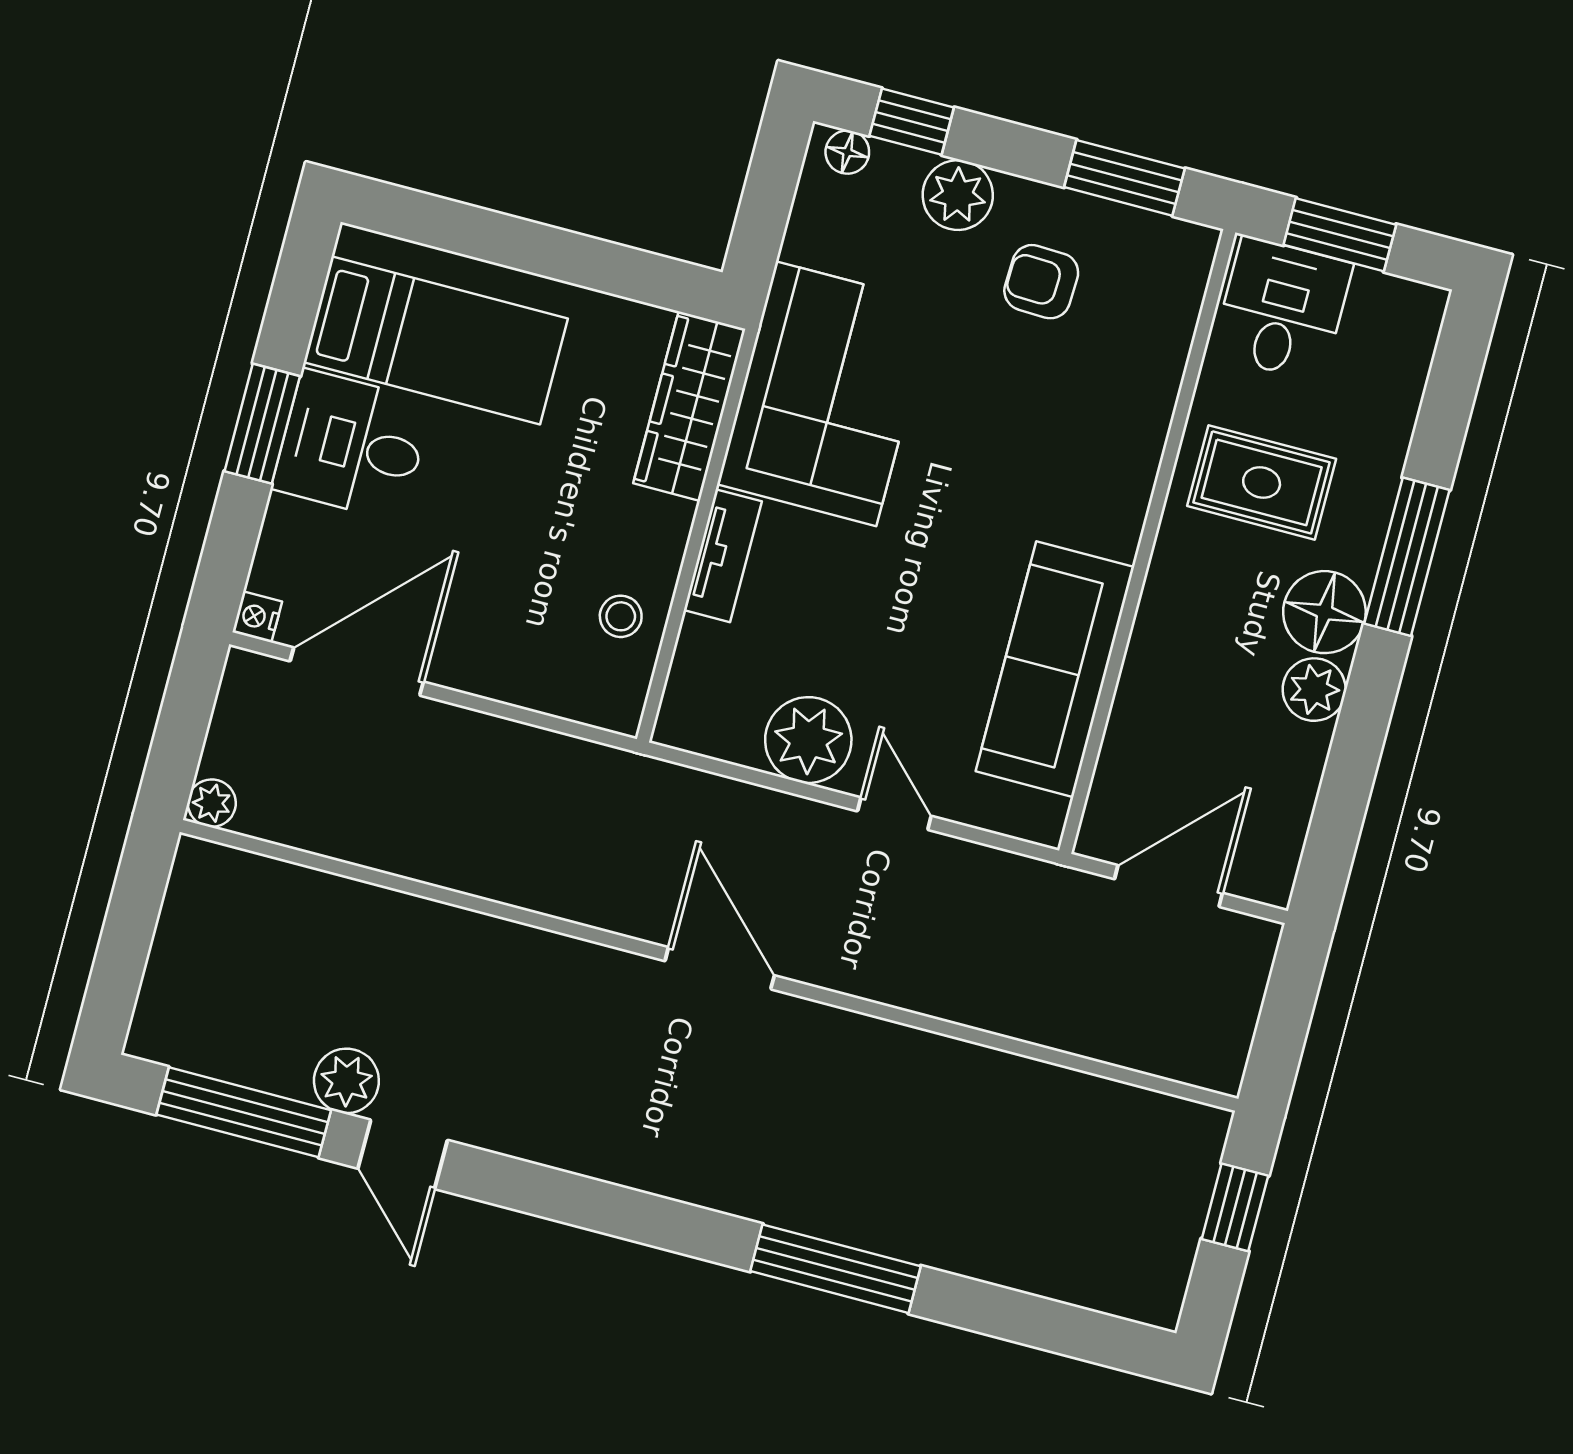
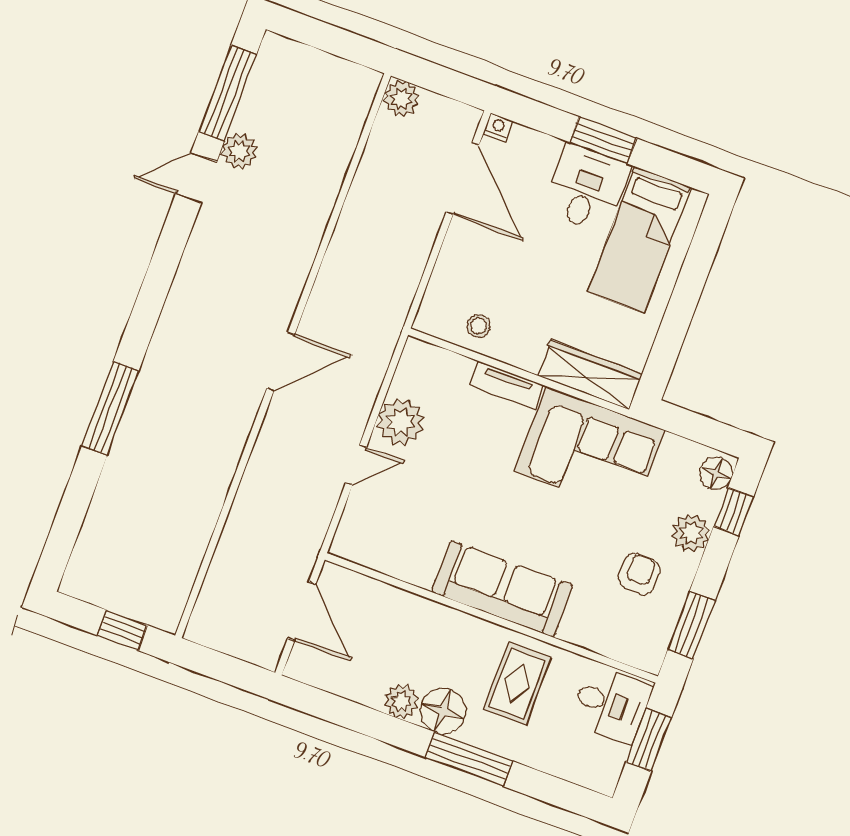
floor lamp: (847, 152) -> (716, 473), width x1.37, depth x1.37
sofa: (1055, 669) -> (502, 589), moved
plant: (212, 803) -> (401, 99), width x1.38, depth x1.38

